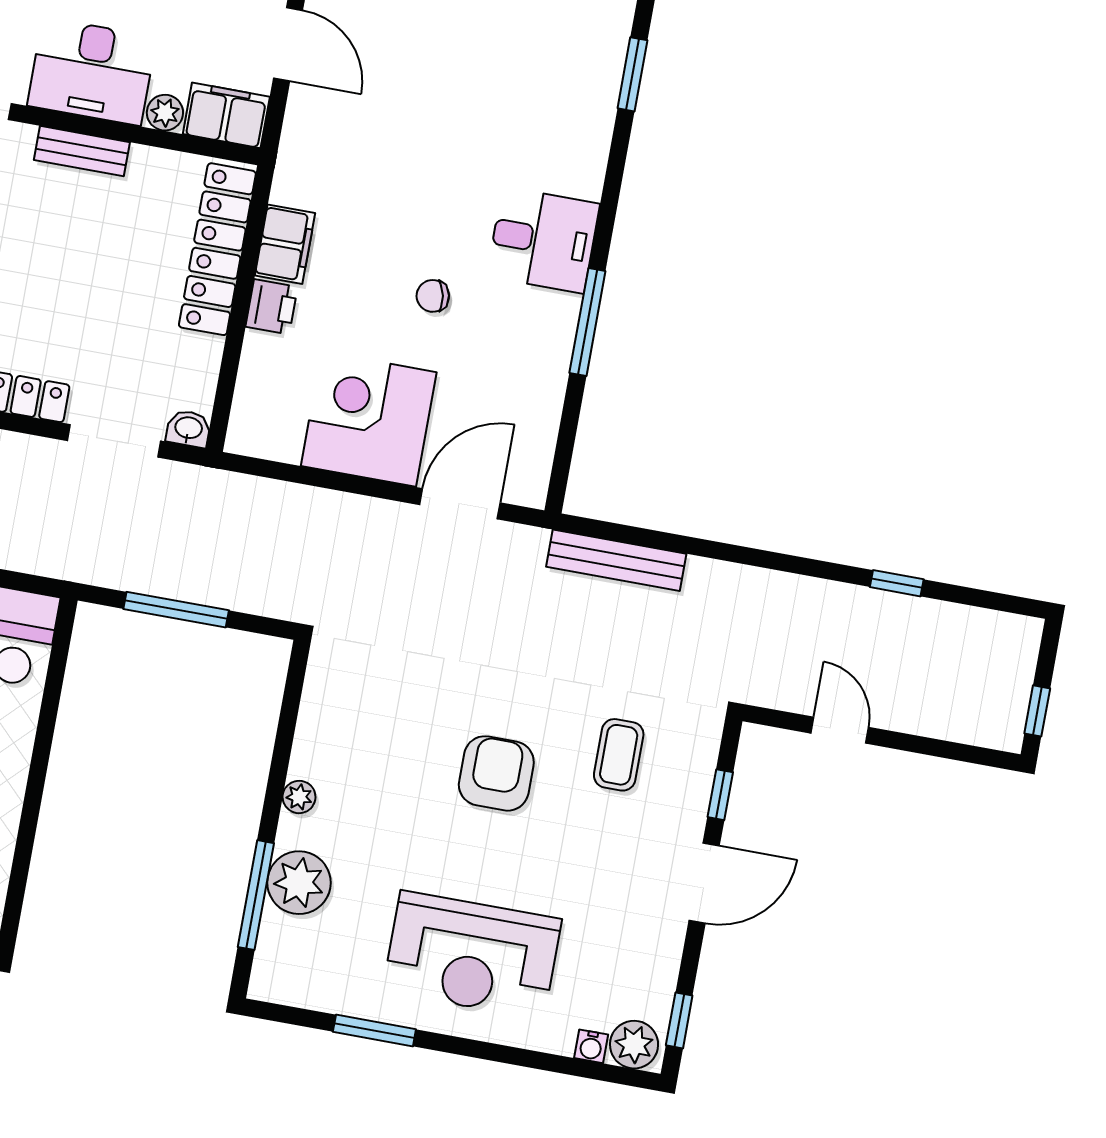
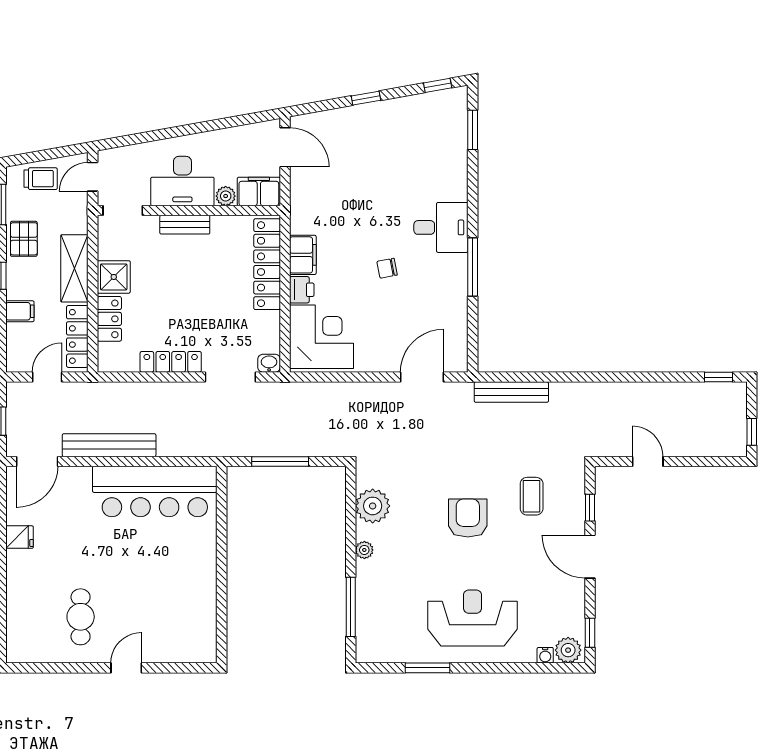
corner desk: (369, 419) -> (322, 337), moved, turned 90
window: (897, 583) -> (719, 377), moved
plant: (299, 883) -> (373, 506), moved
door: (704, 883) -> (590, 557), swing flipped
reception desk: (472, 955) -> (473, 618), turned 180

